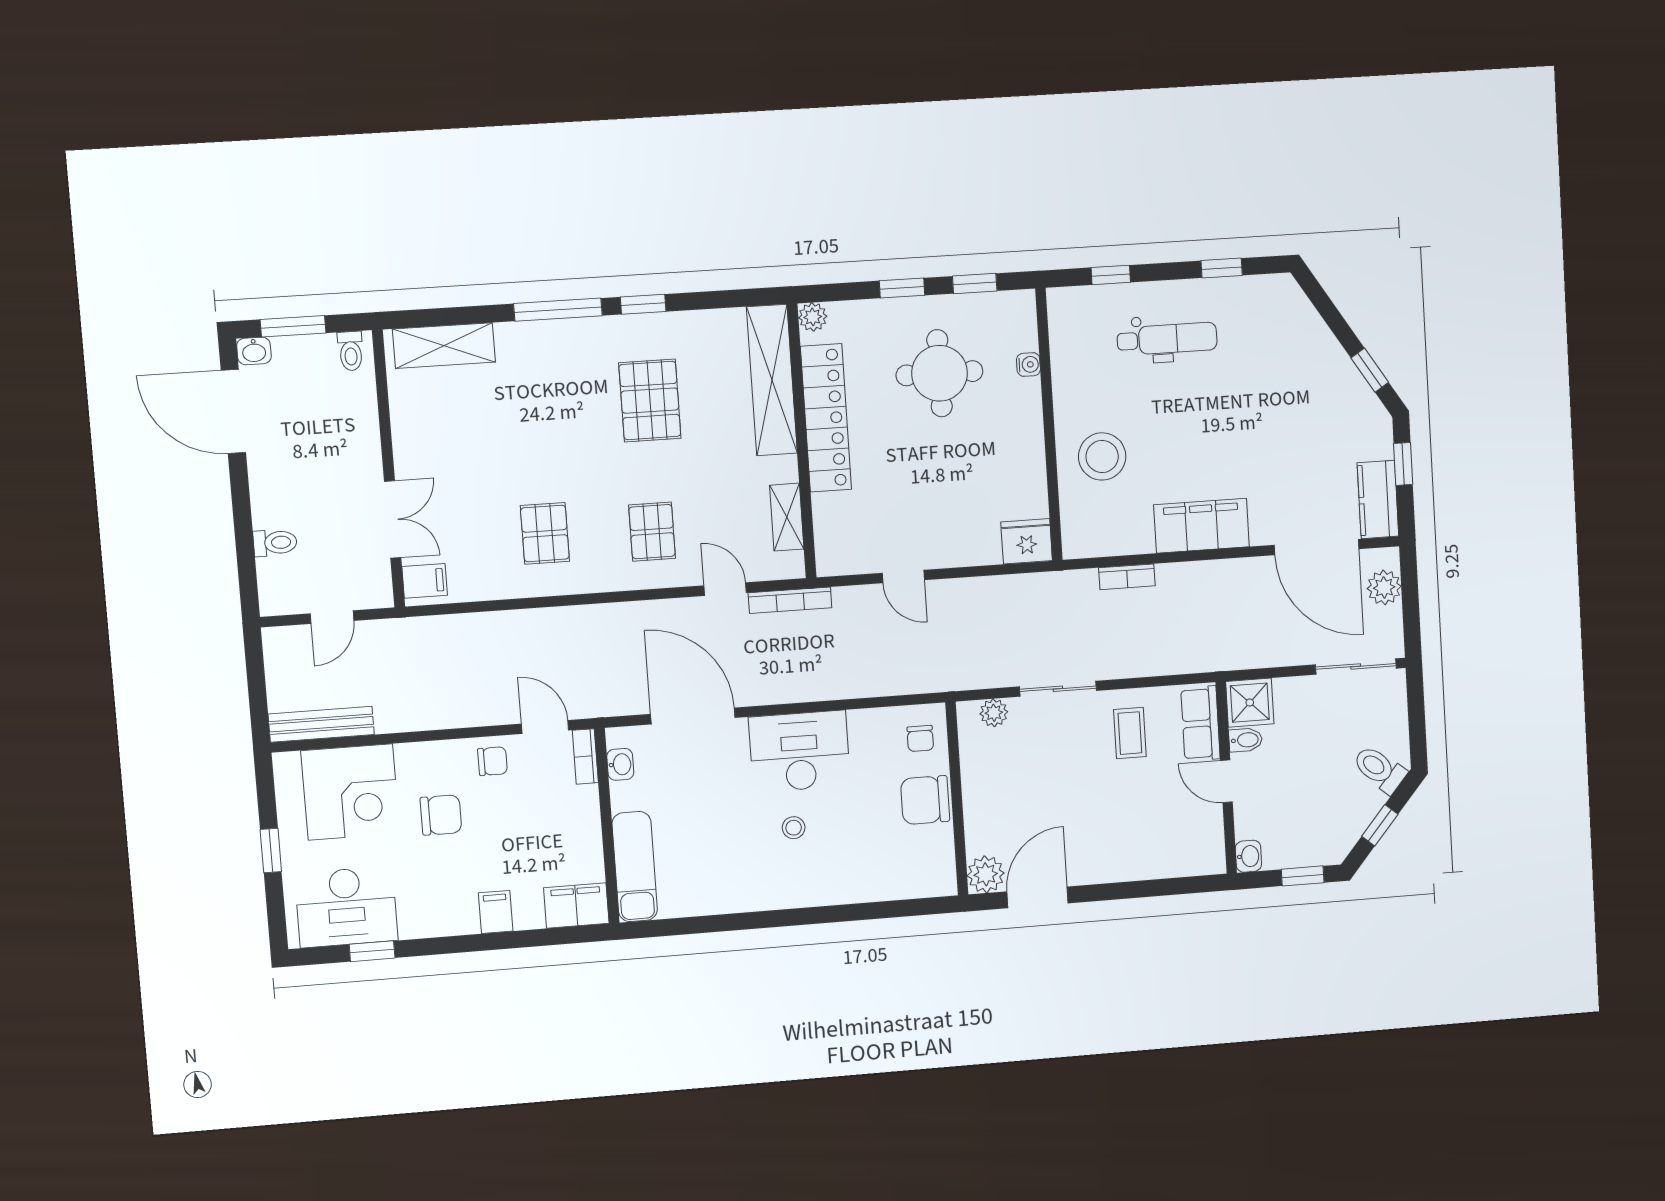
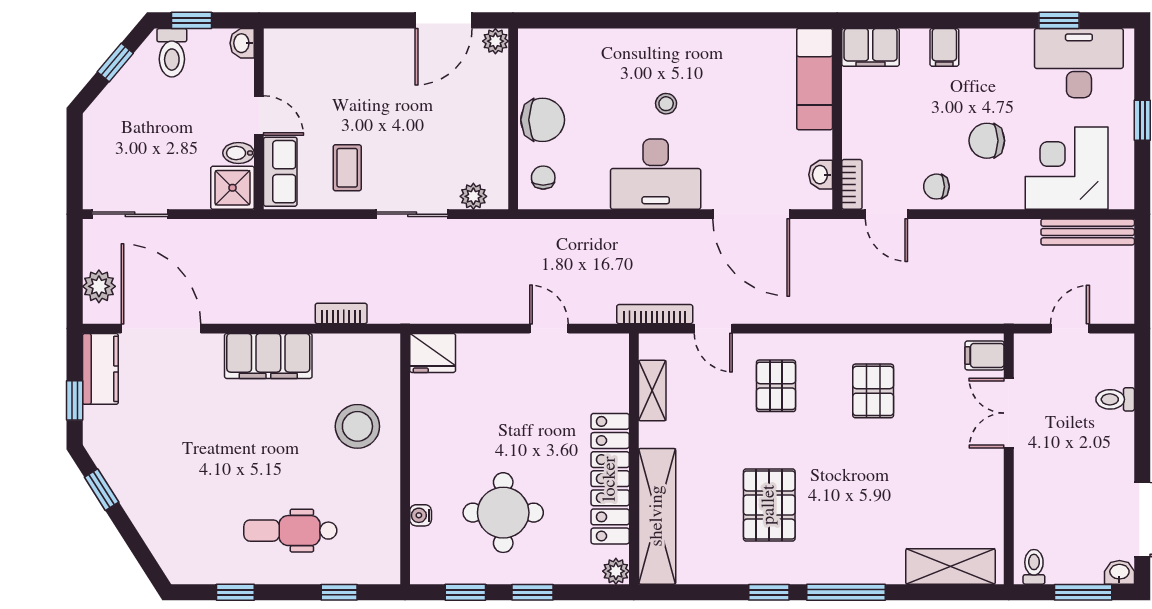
toilet: (1379, 769) -> (172, 53), moved, turned 50
plant: (986, 874) -> (495, 41), width x0.73, depth x0.73

